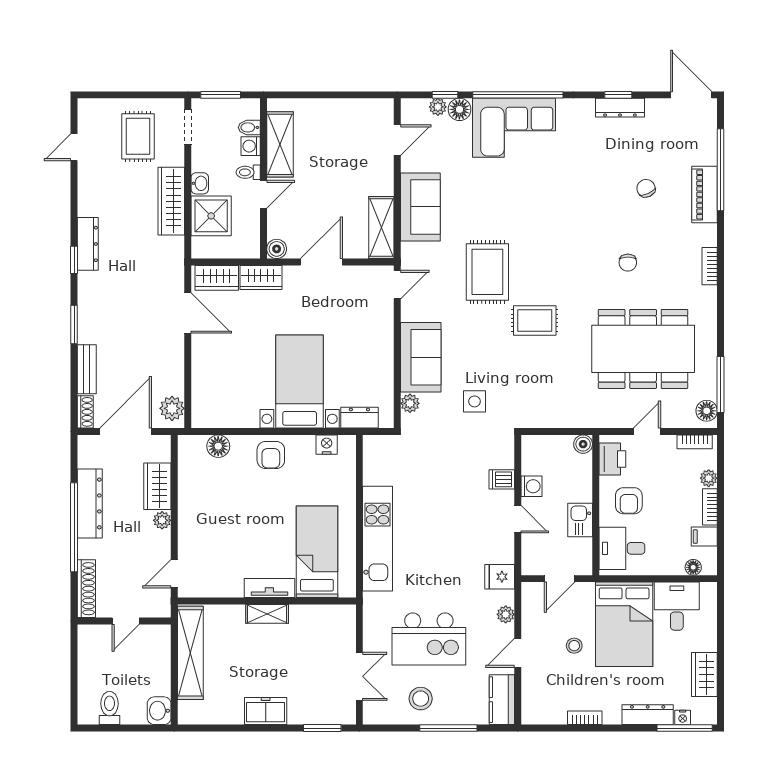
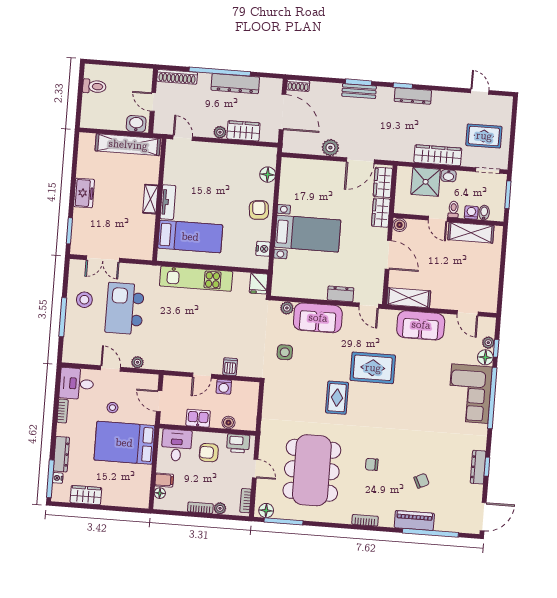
bench: (87, 369) -> (359, 91), moved
plant: (172, 408) -> (330, 148), moved
dresser: (359, 418) -> (341, 294), moved, turned -90
boiler: (583, 444) -> (228, 423), moved
armchair: (271, 455) -> (259, 210), turned 85
filing cabinet: (704, 537) -> (164, 480), moved, turned 90
fridge: (500, 577) -> (259, 283), moved, turned 180
desk: (677, 606) -> (77, 384), moved, turned 180
kitchen counter: (502, 700) -> (79, 355), removed
washbasin: (159, 711) -> (136, 124), moved

